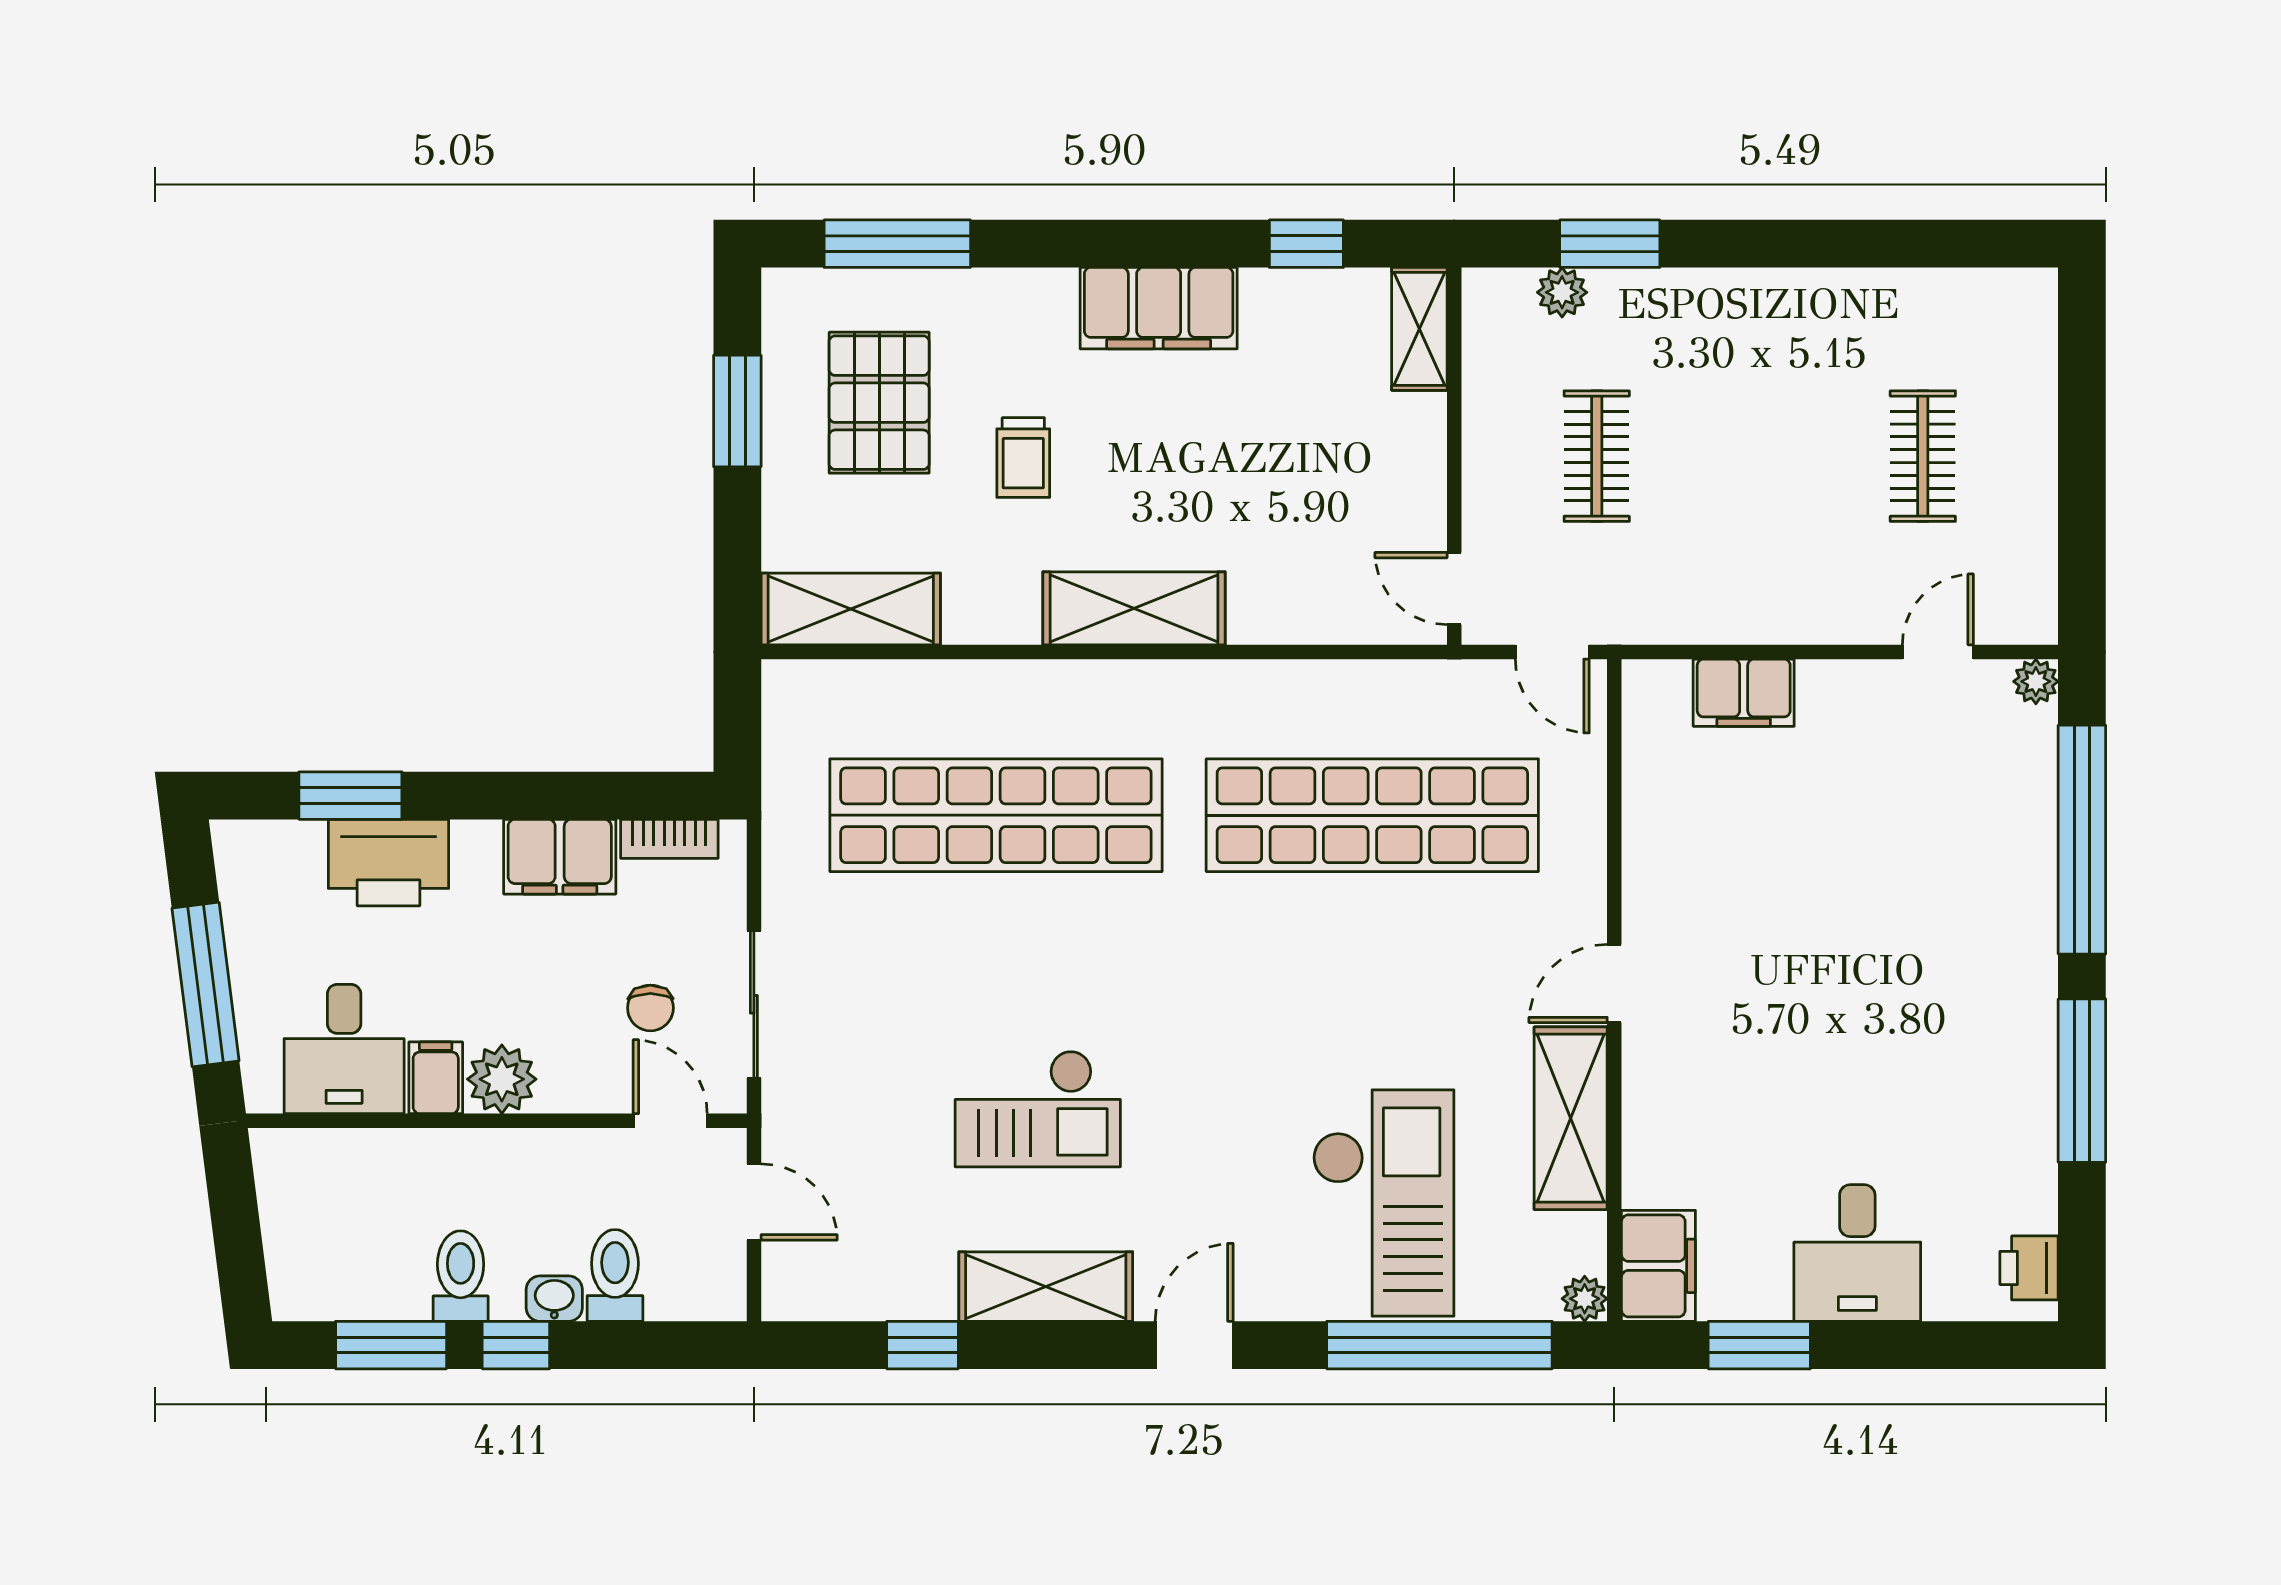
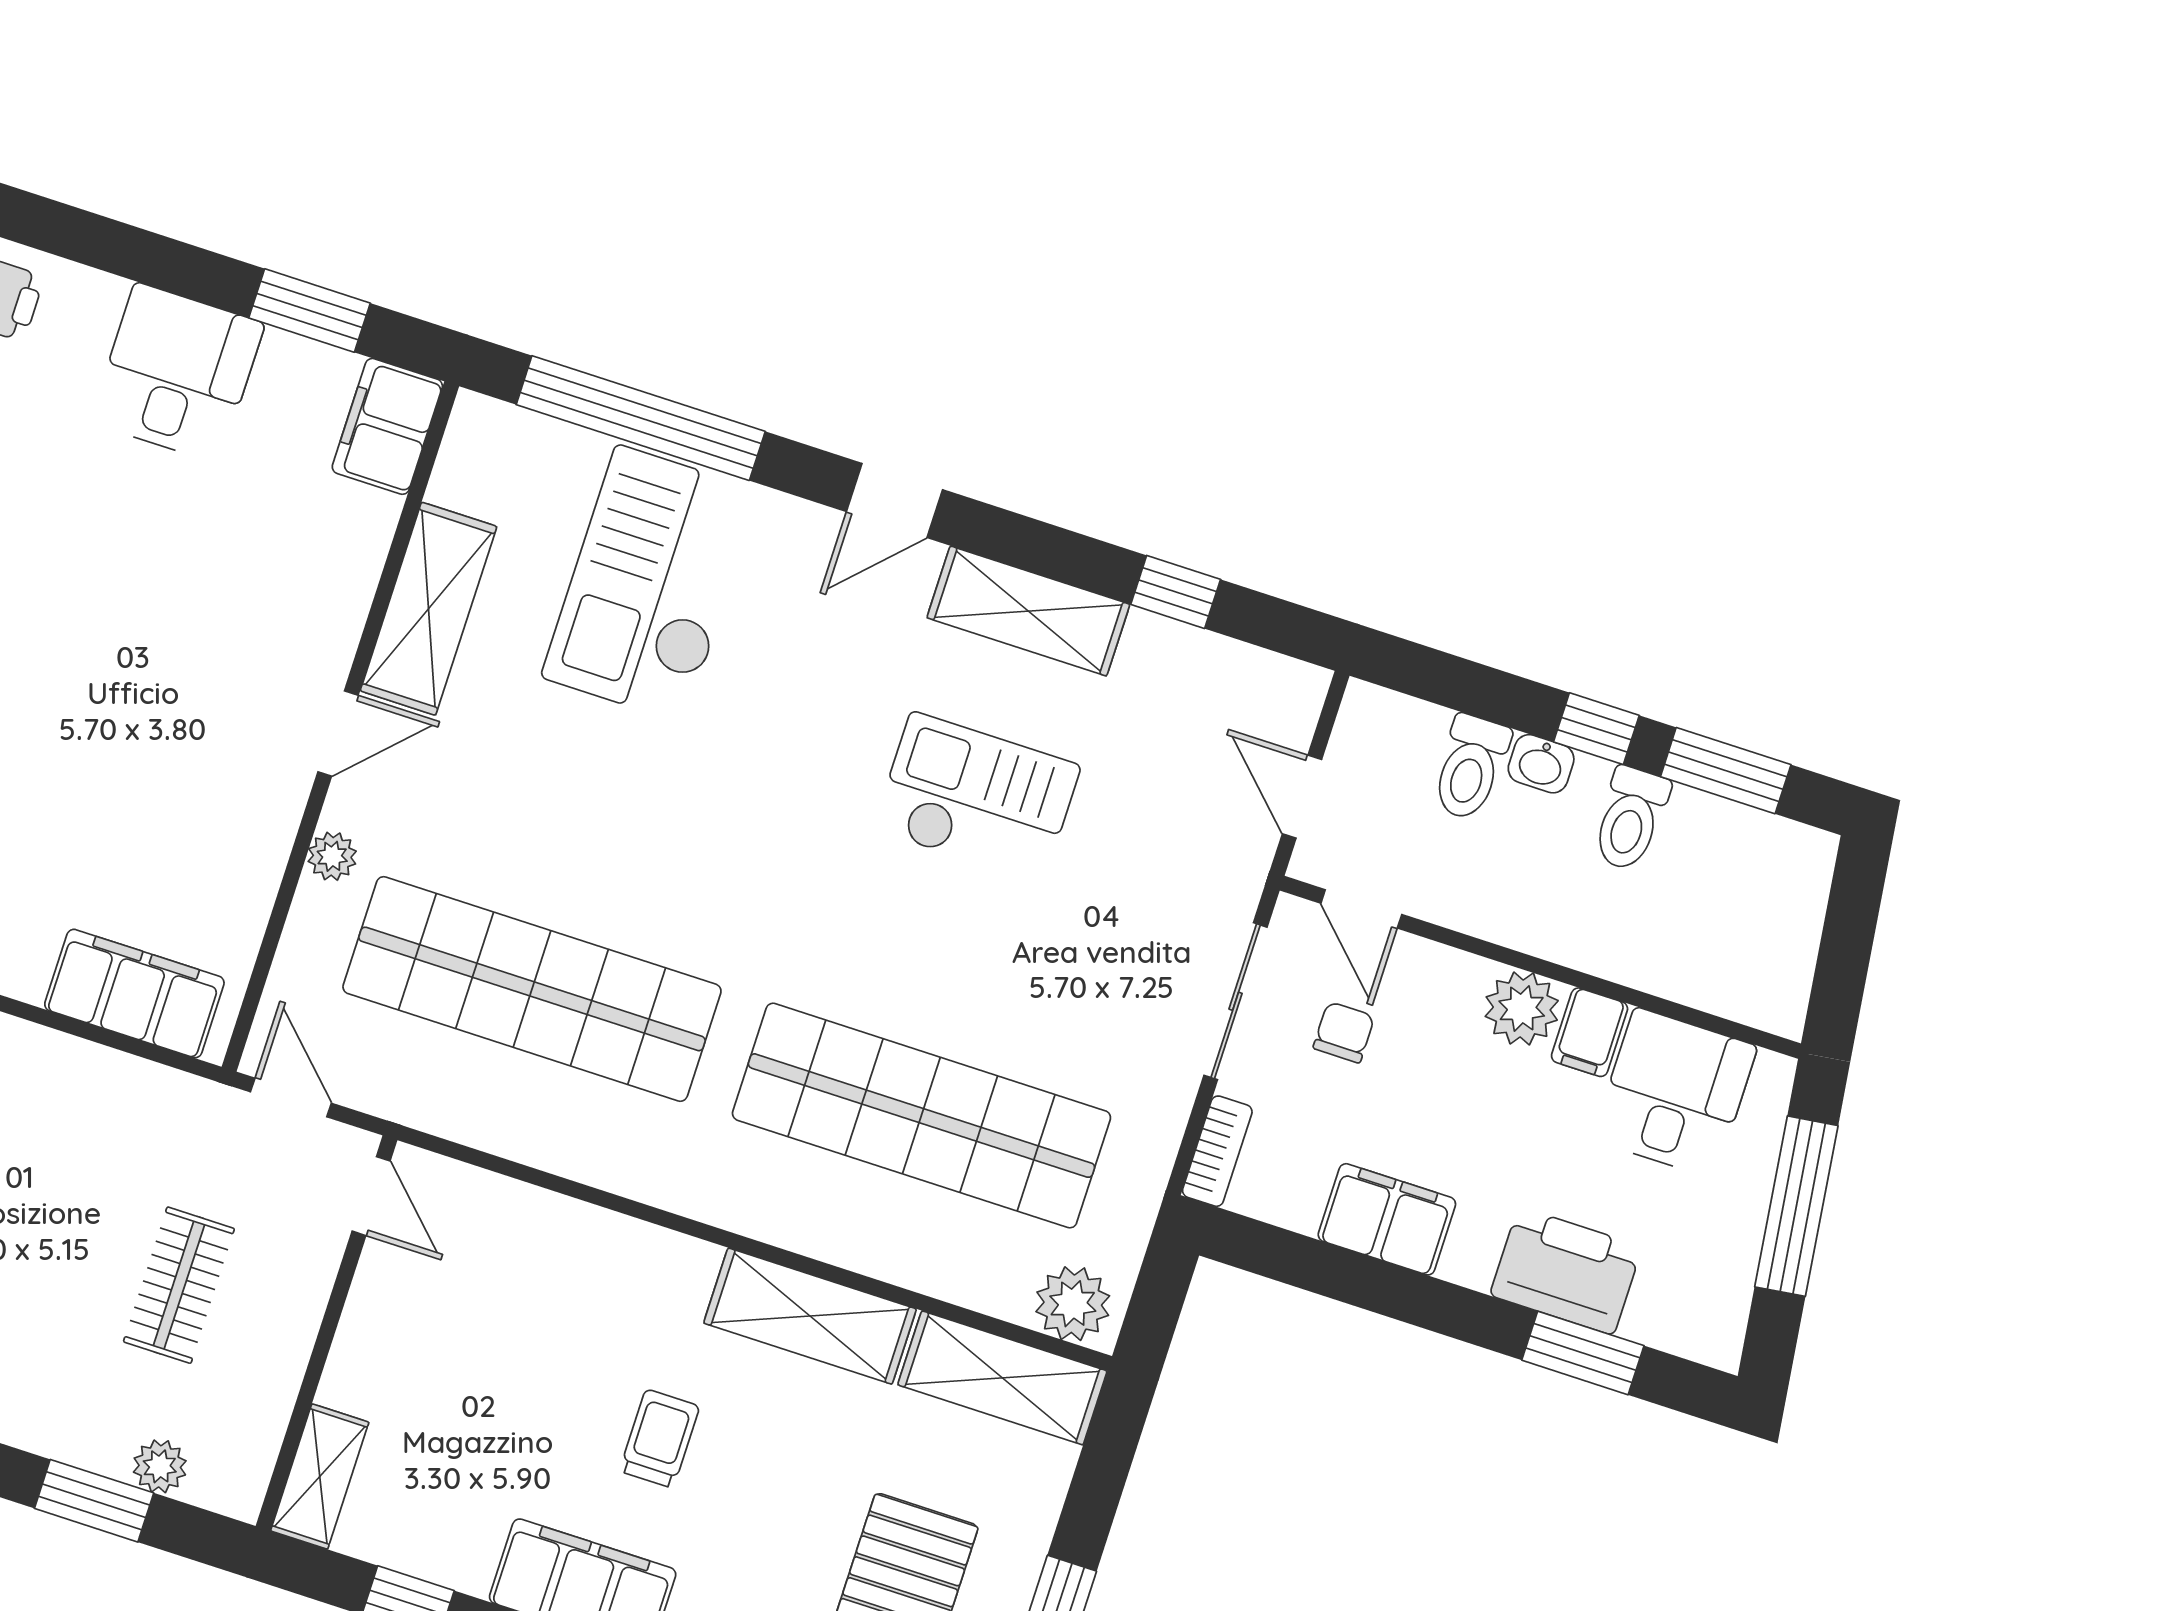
trolley: (1023, 458) -> (660, 1439), moved
shelving: (1134, 608) -> (810, 1316), moved
filing cabinet: (1744, 693) -> (134, 994), width x1.50, depth x1.17
plant: (810, 694) -> (1073, 1304), added
bookcase: (669, 839) -> (1217, 1151), moved, turned 90
plant: (1585, 1299) -> (332, 856), moved

